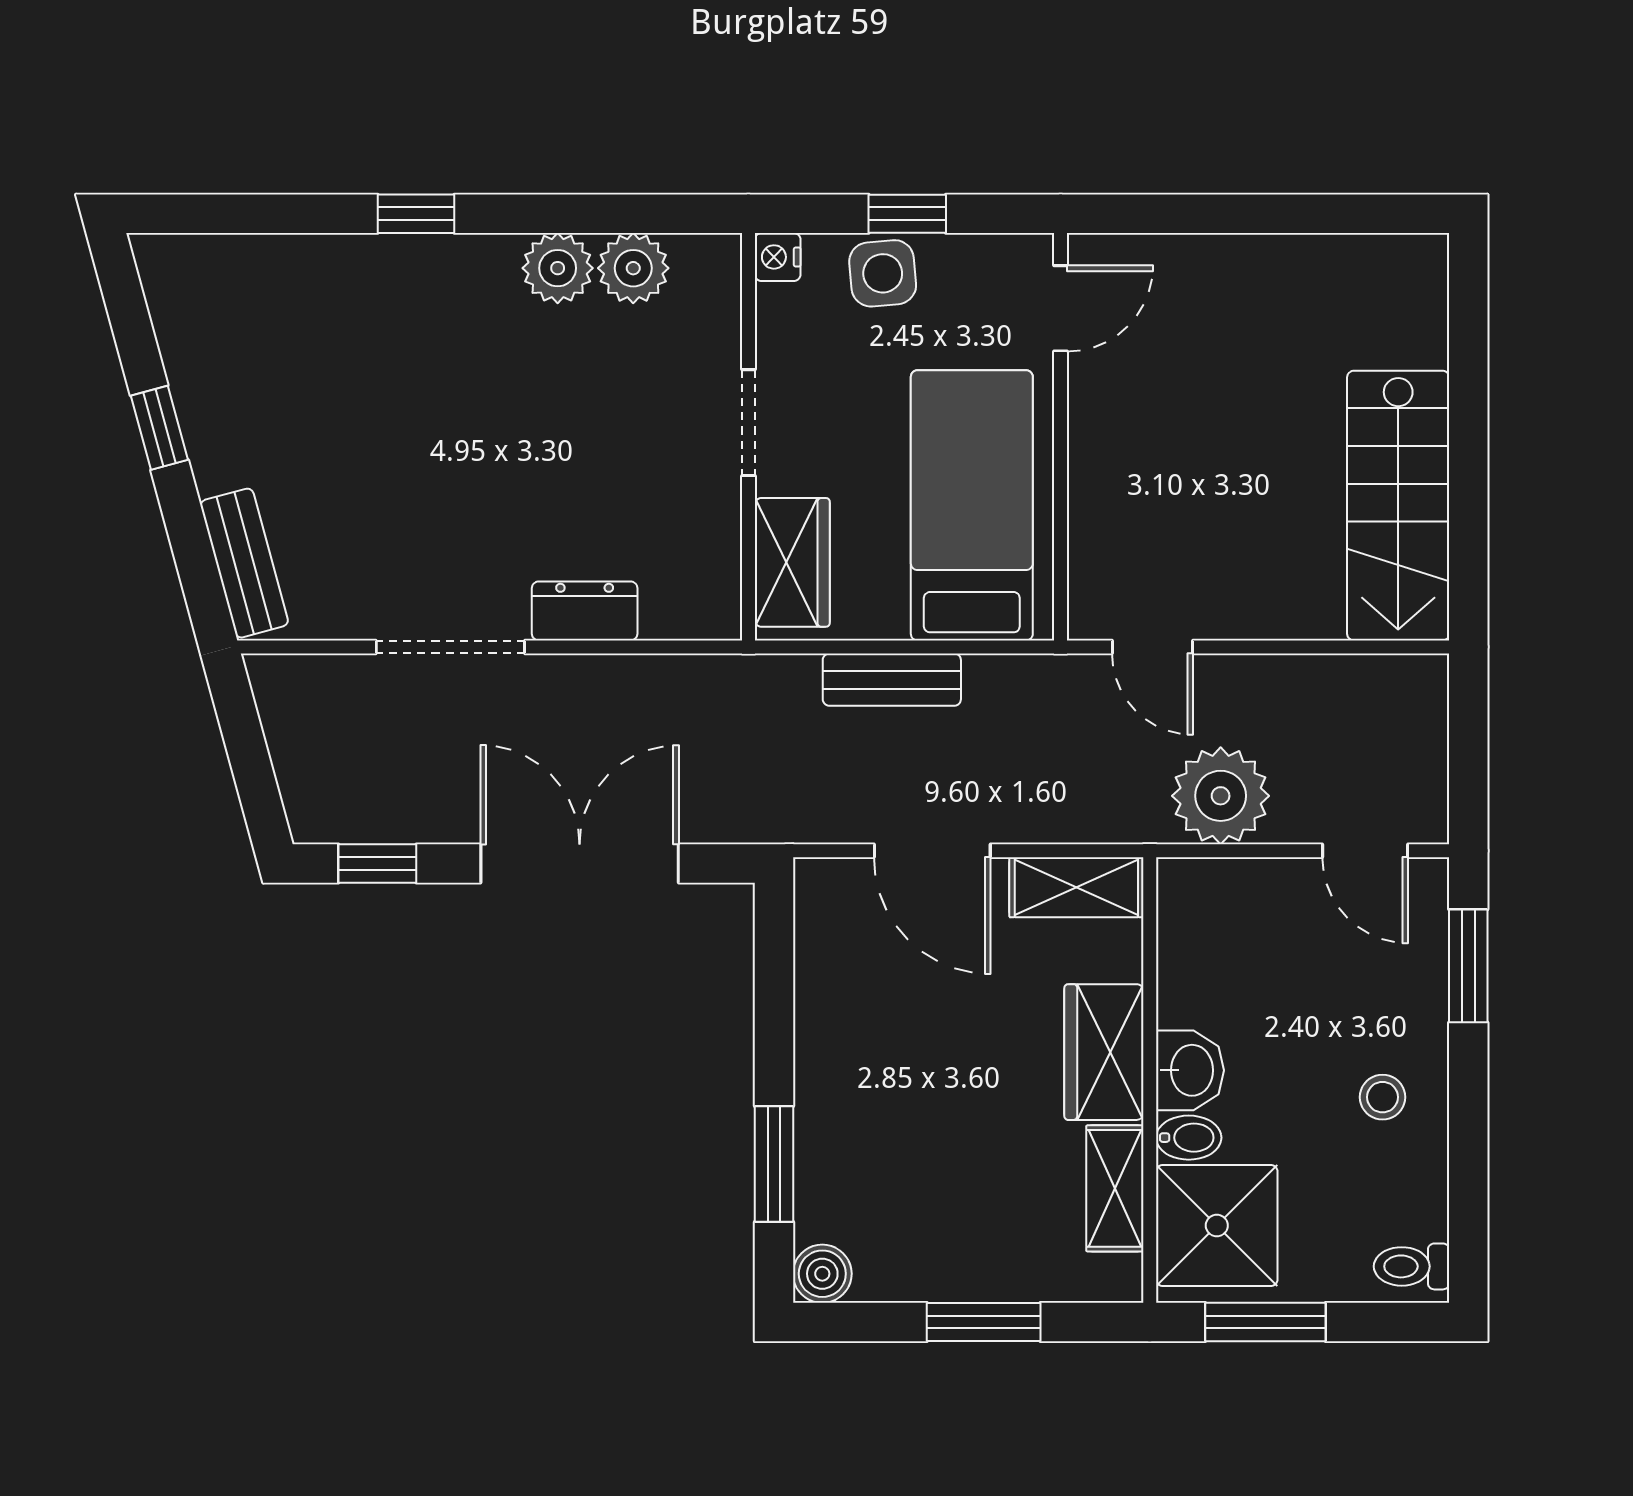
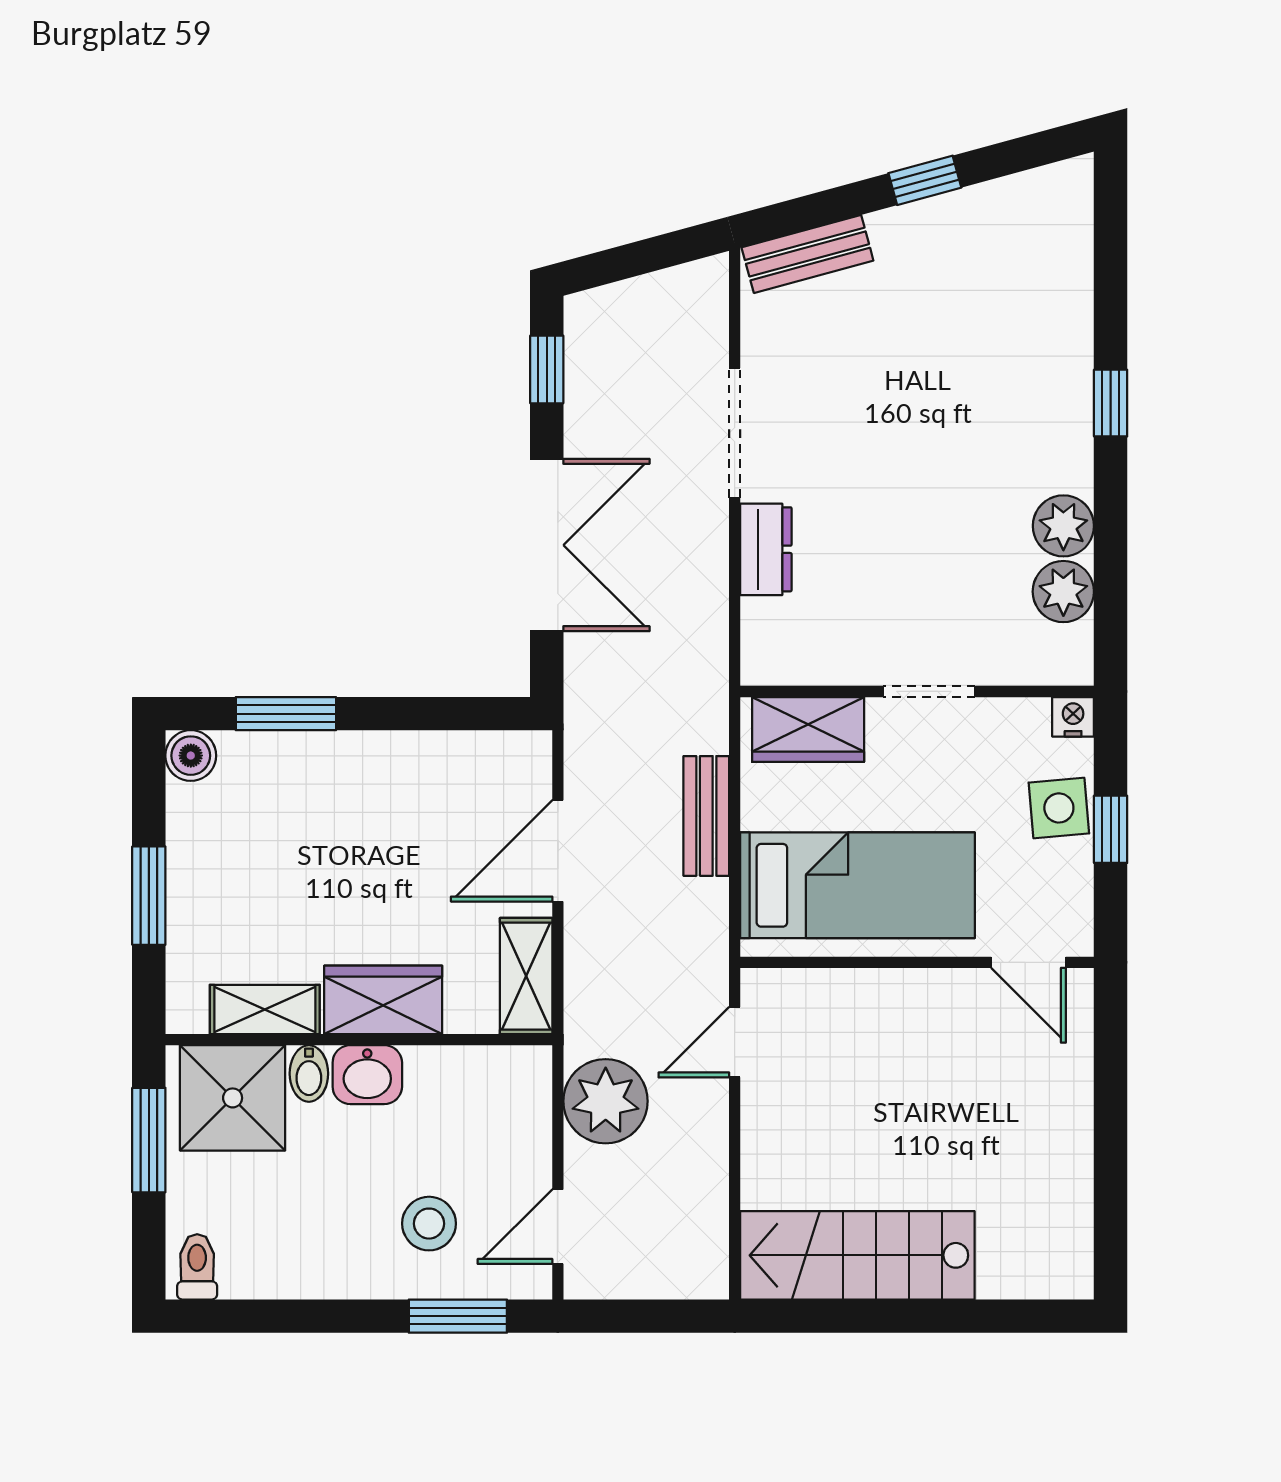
stool: (1383, 1097) -> (429, 1224), moved, width x1.37, depth x1.37

